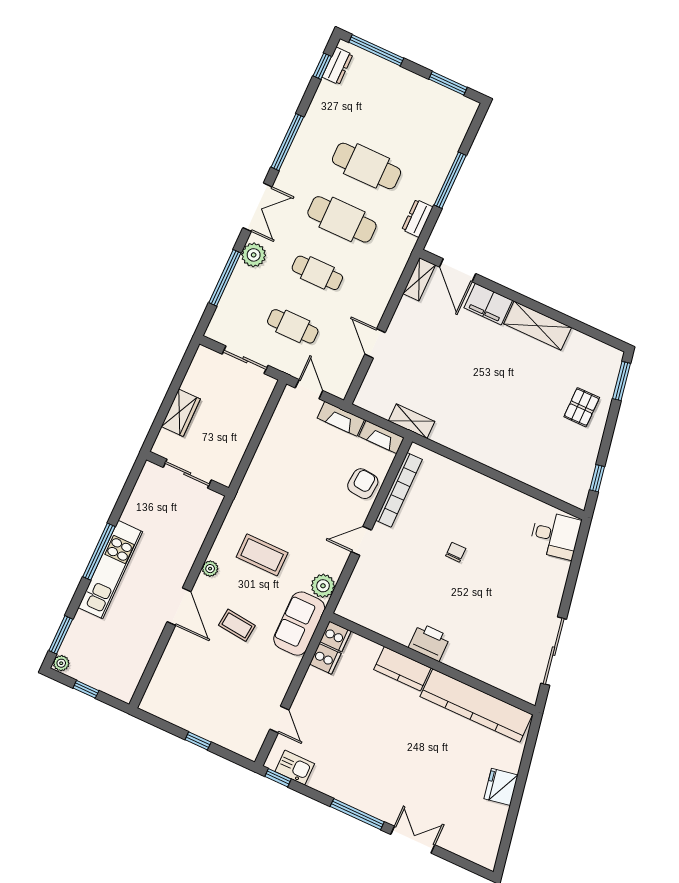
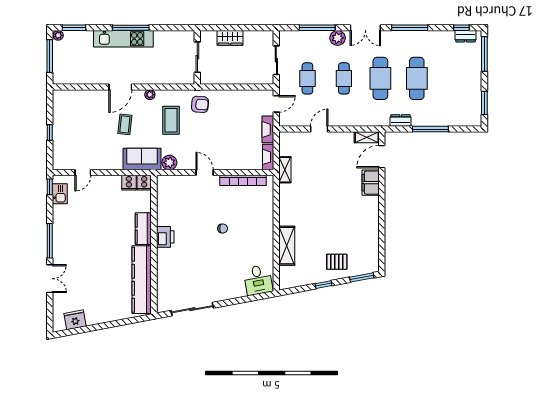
shelving: (538, 326) -> (287, 246), moved
window: (597, 478) -> (324, 285), moved
armchair: (363, 484) -> (200, 104), moved
window: (86, 689) -> (50, 56), width x2.17
fridge: (501, 787) -> (75, 320), moved

